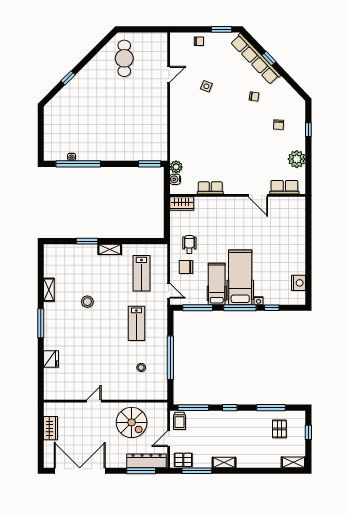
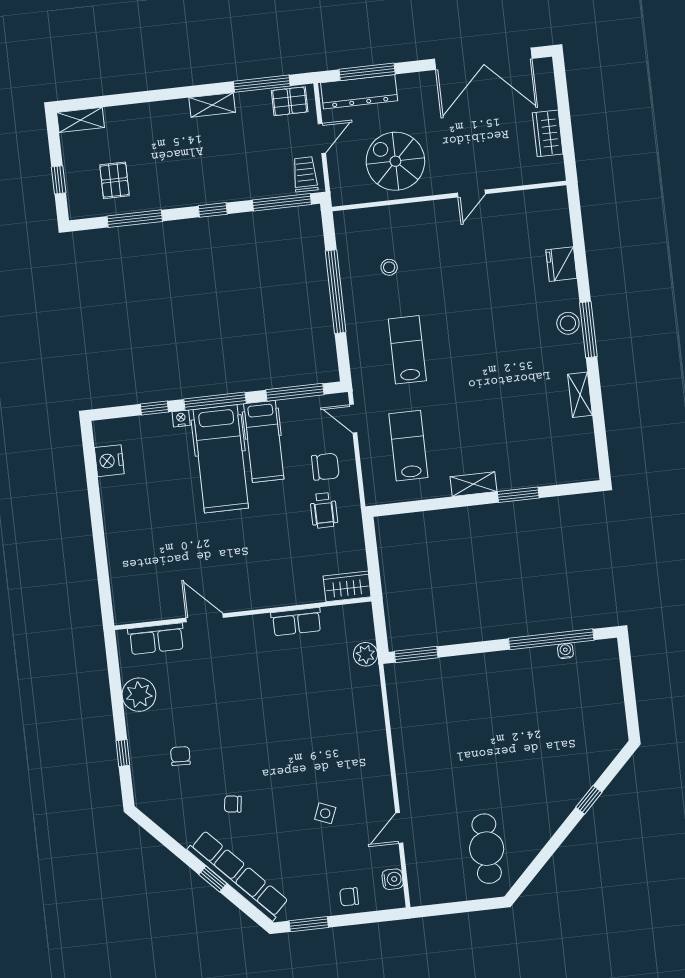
water cooler: (175, 179) -> (393, 879), moved
stool: (87, 302) -> (568, 323), moved

